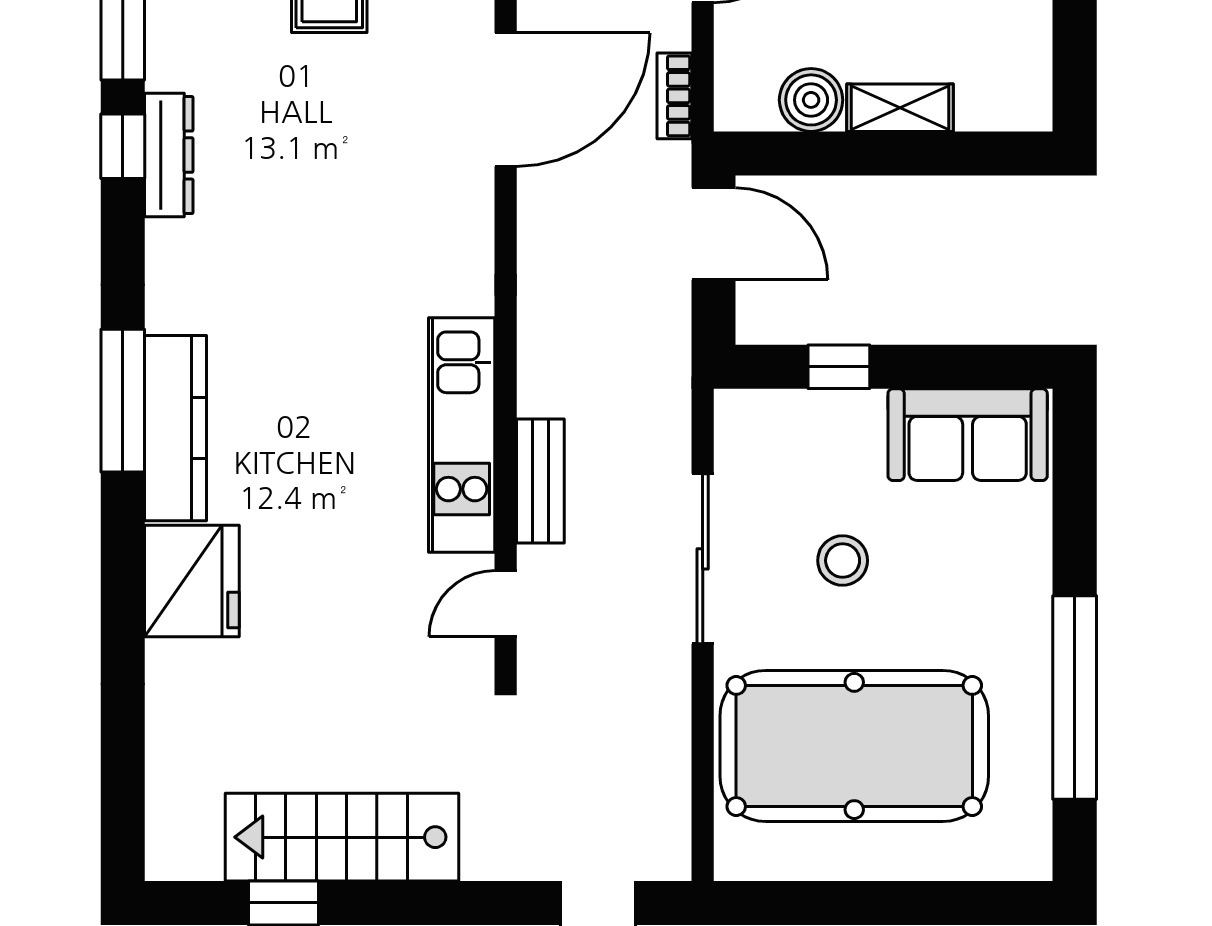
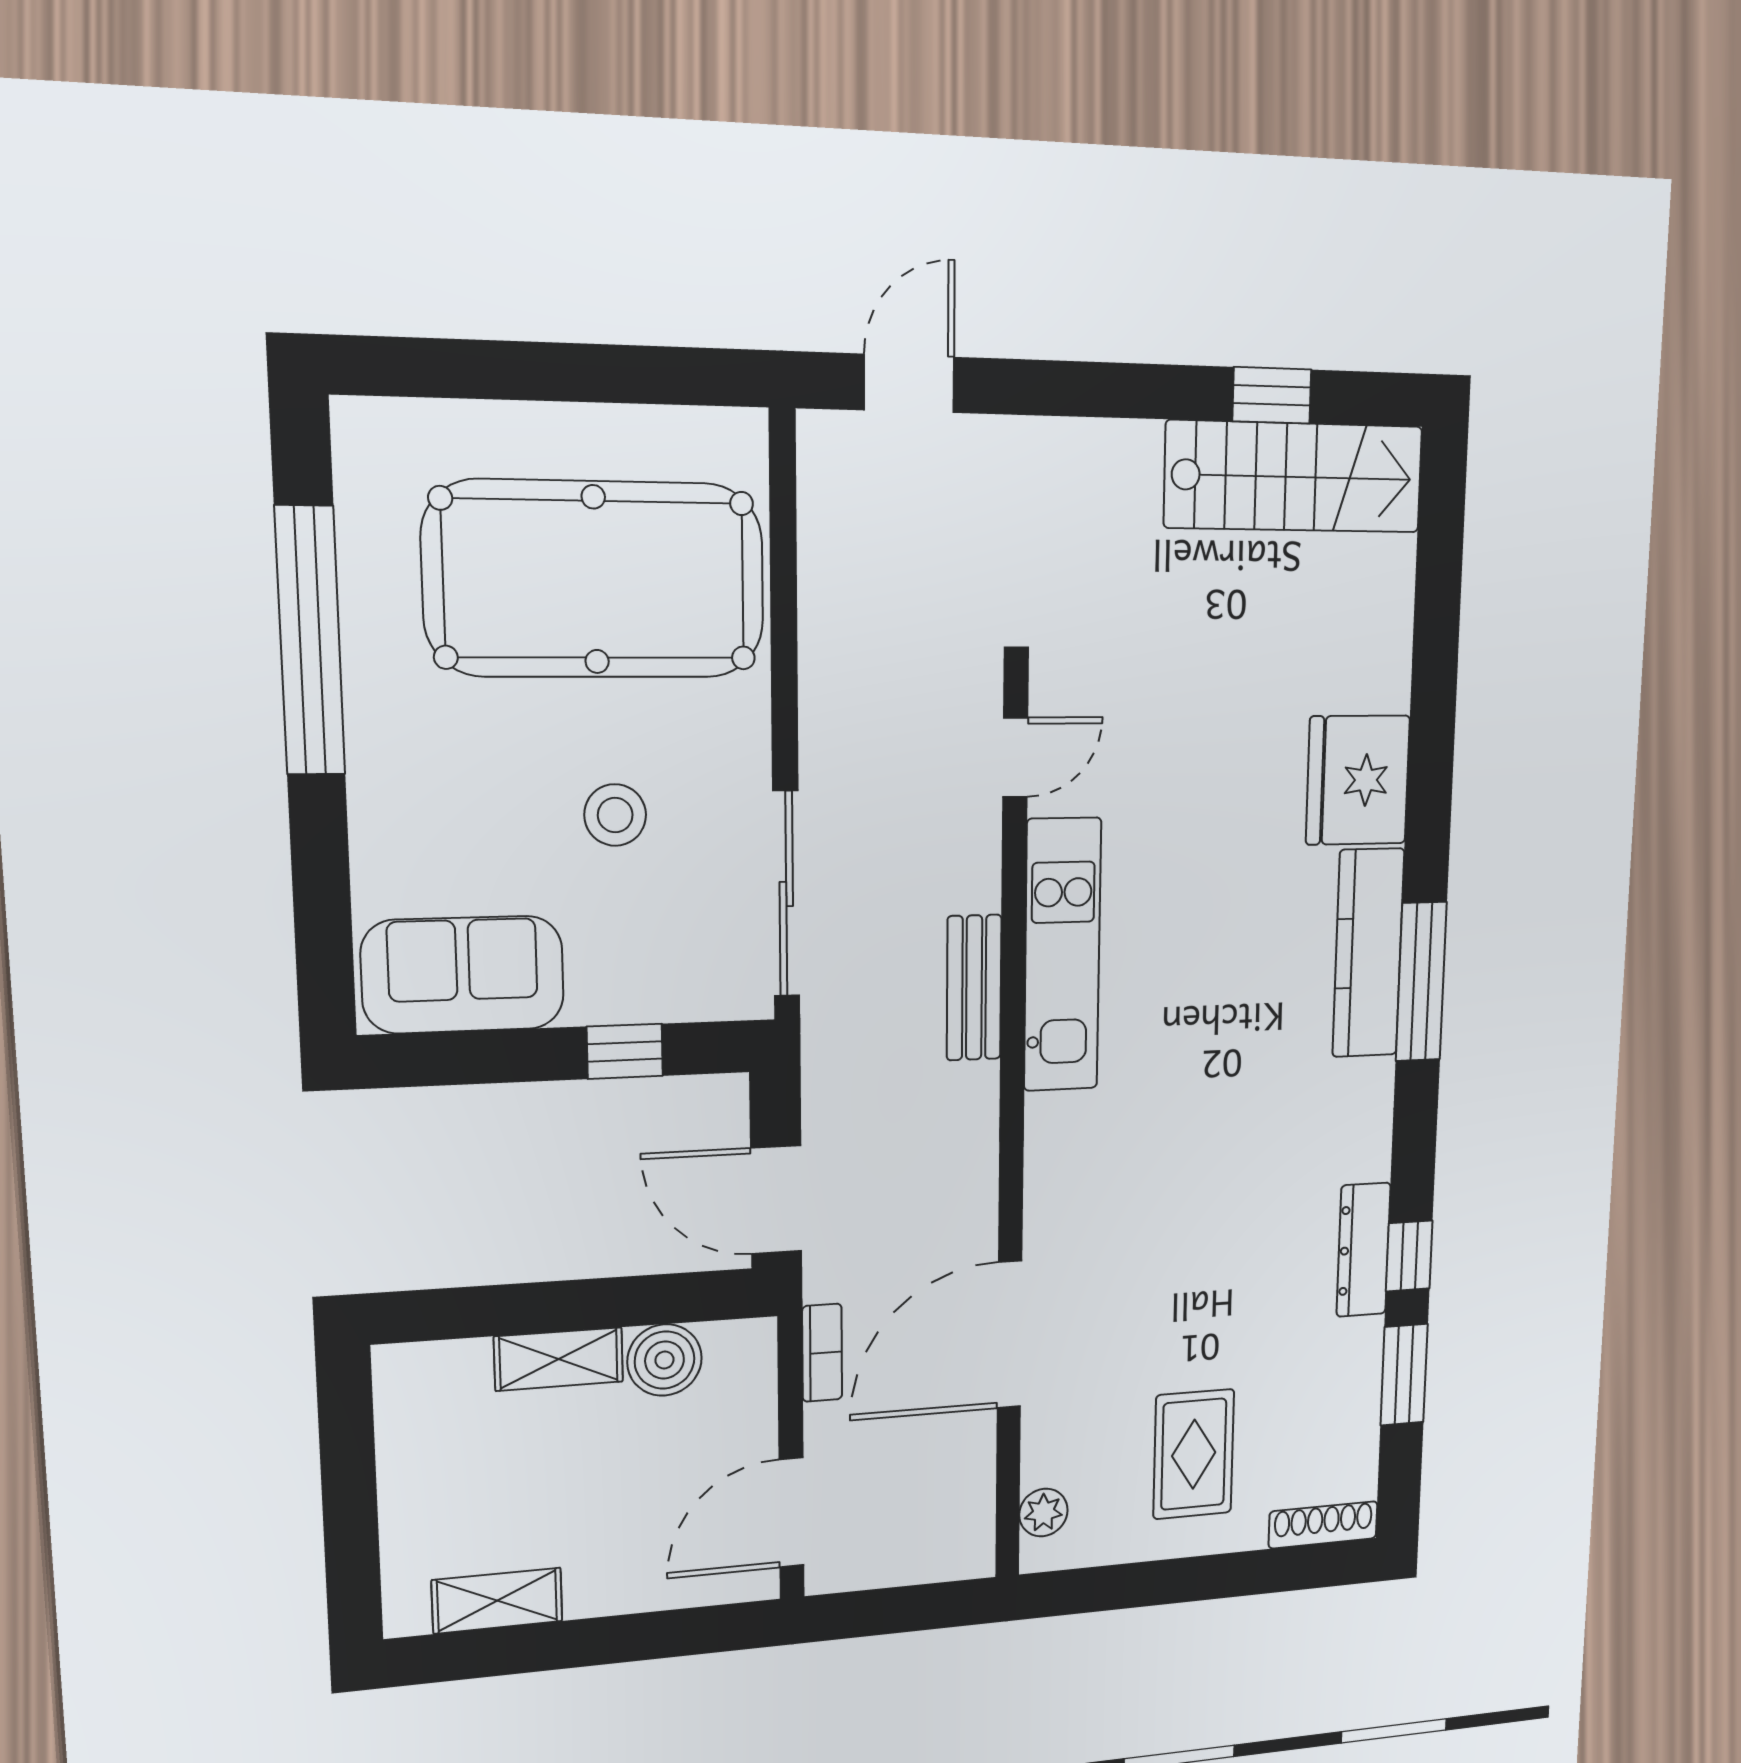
bench: (540, 481) -> (974, 988), moved
sliding door: (703, 559) -> (786, 894), moved
stairs: (342, 837) -> (1294, 477), moved

